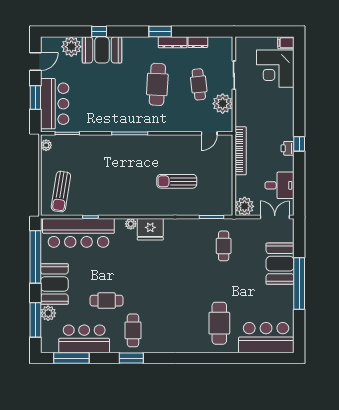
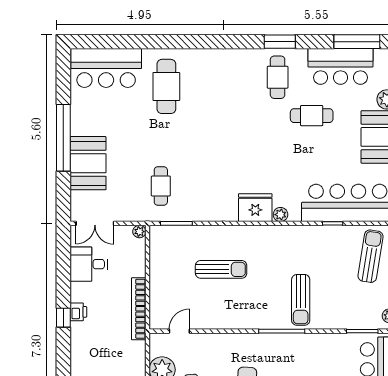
sun lounger: (115, 158) -> (301, 300), added
plant: (245, 206) -> (139, 232), width x0.53, depth x0.53

